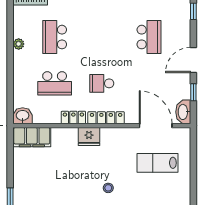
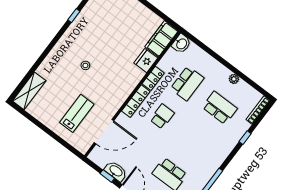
school desk: (55, 83) -> (187, 83), turned 180
washbasin: (183, 112) -> (116, 171), moved
fridge: (89, 136) -> (146, 61), moved

